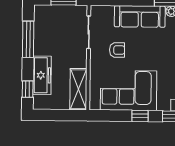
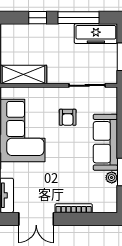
freezer: (42, 75) -> (96, 34), moved
window: (28, 89) -> (38, 18), moved

